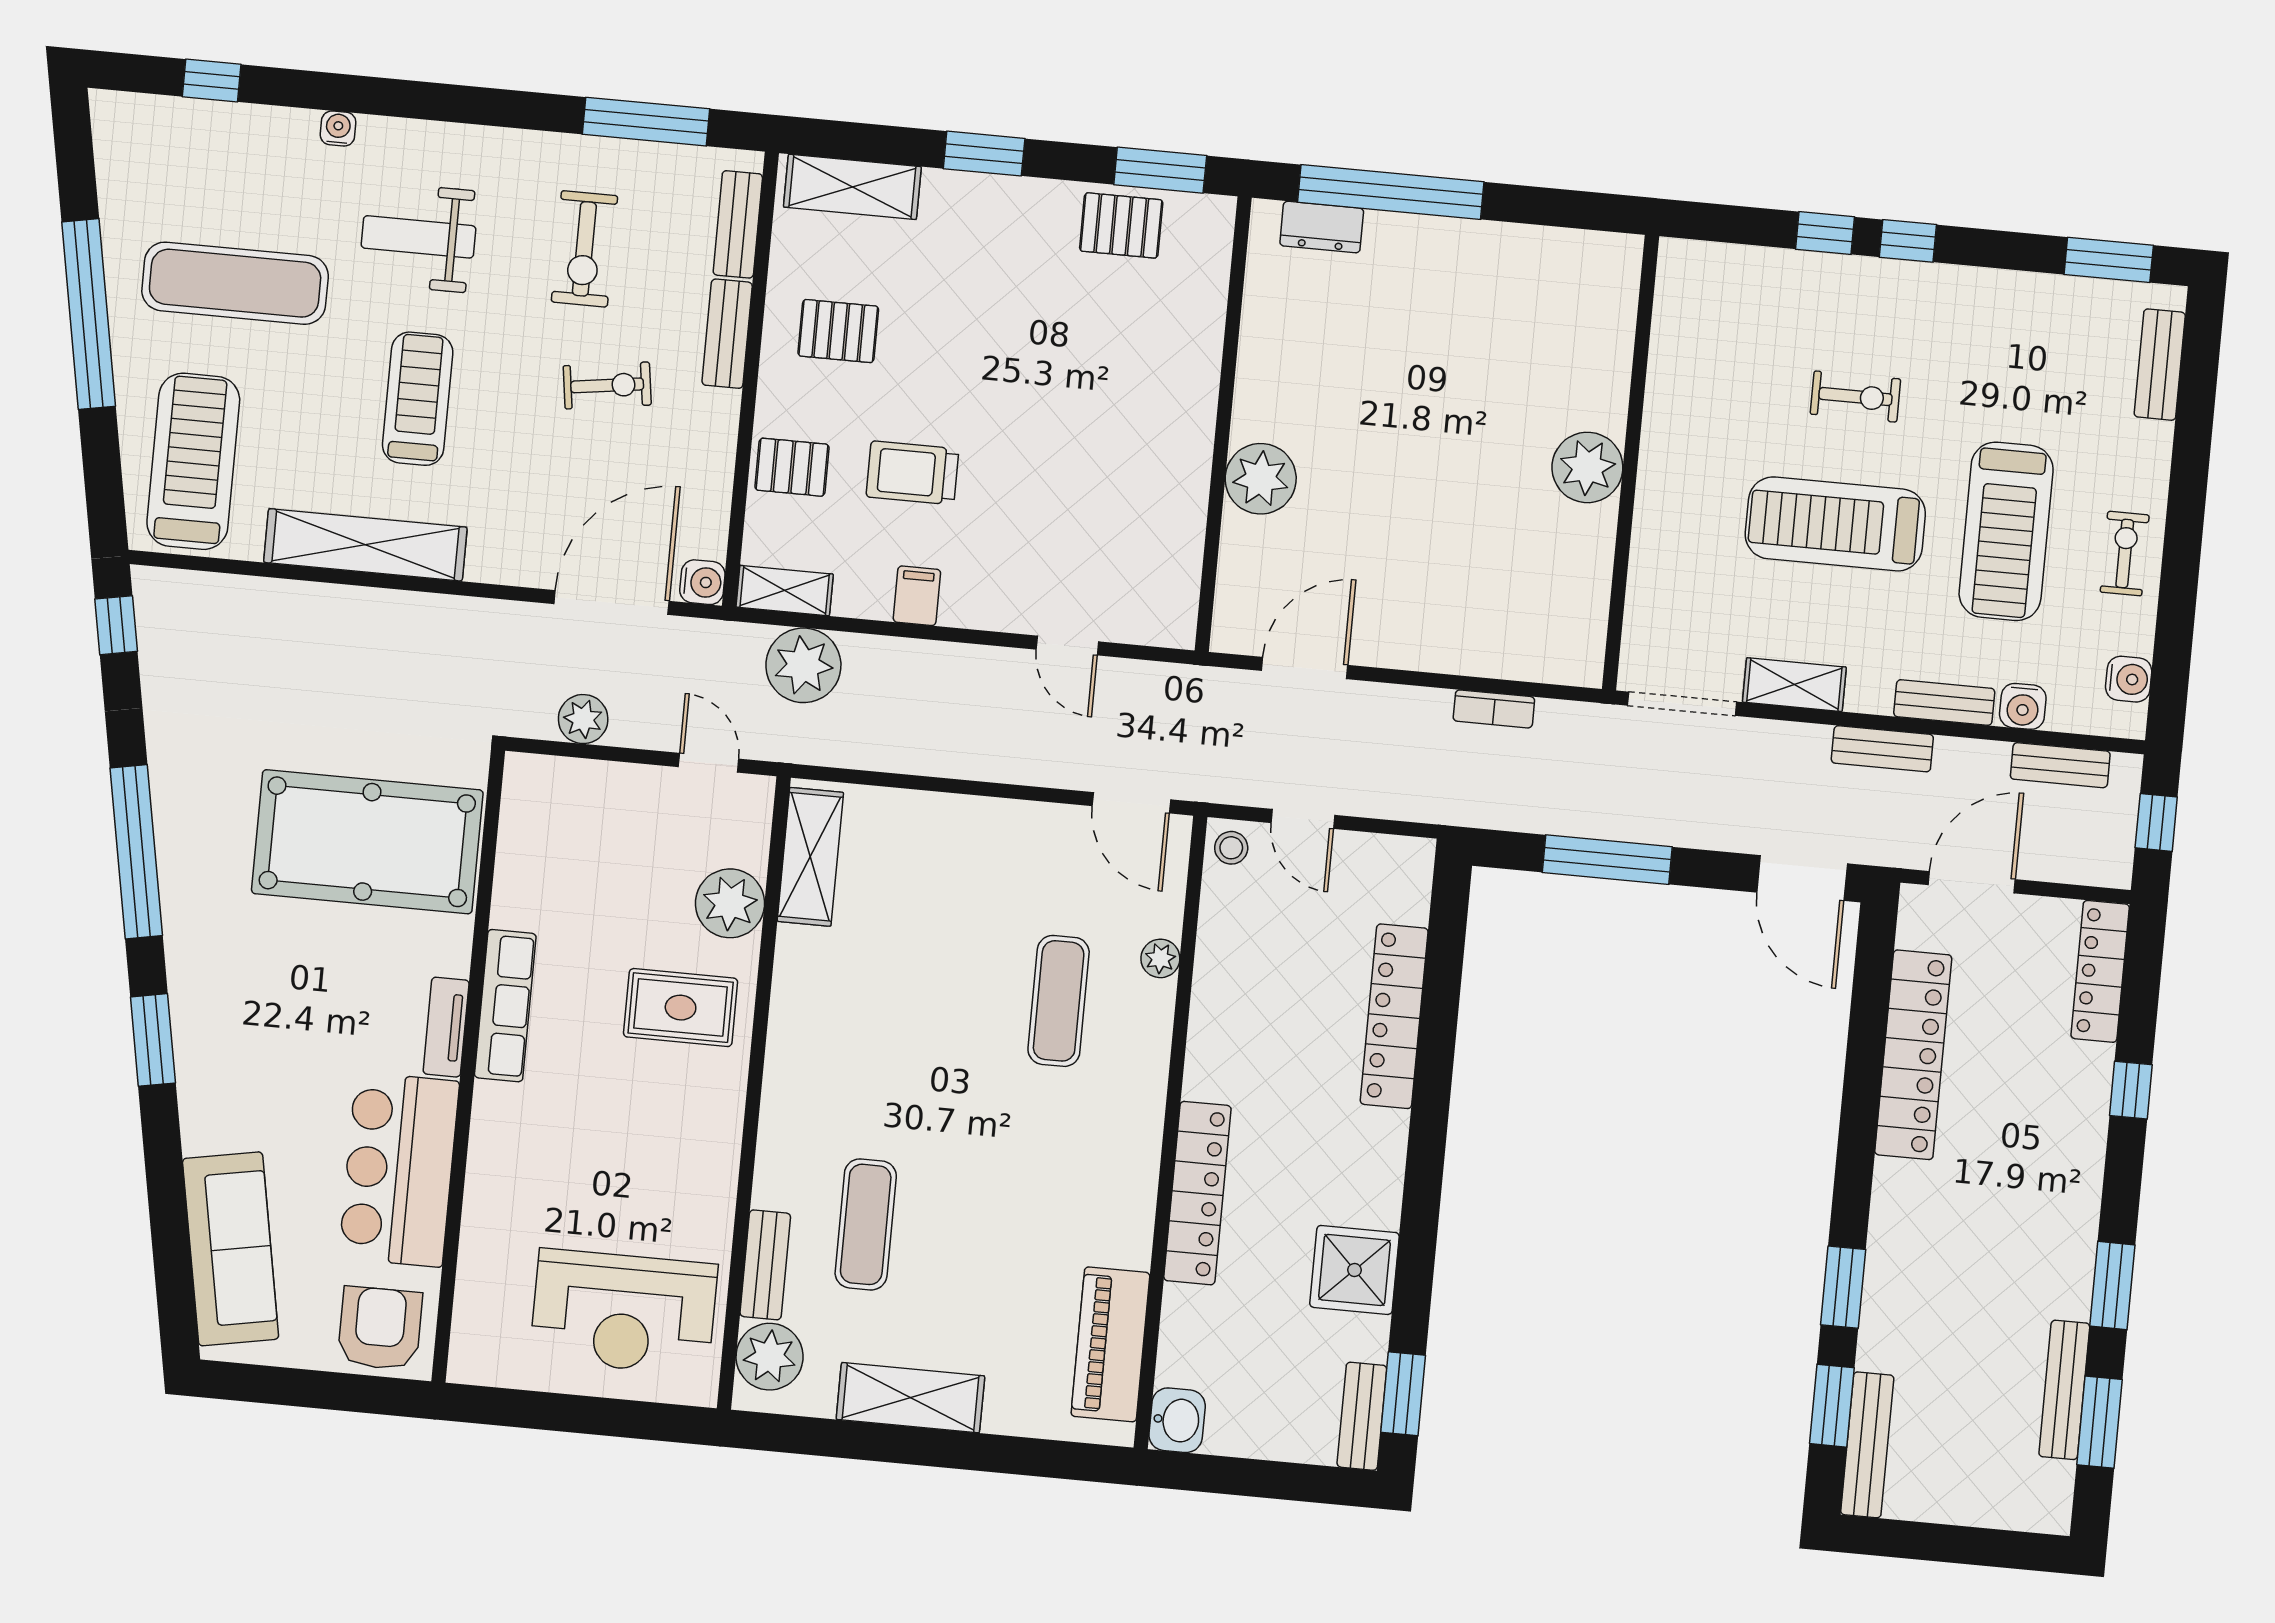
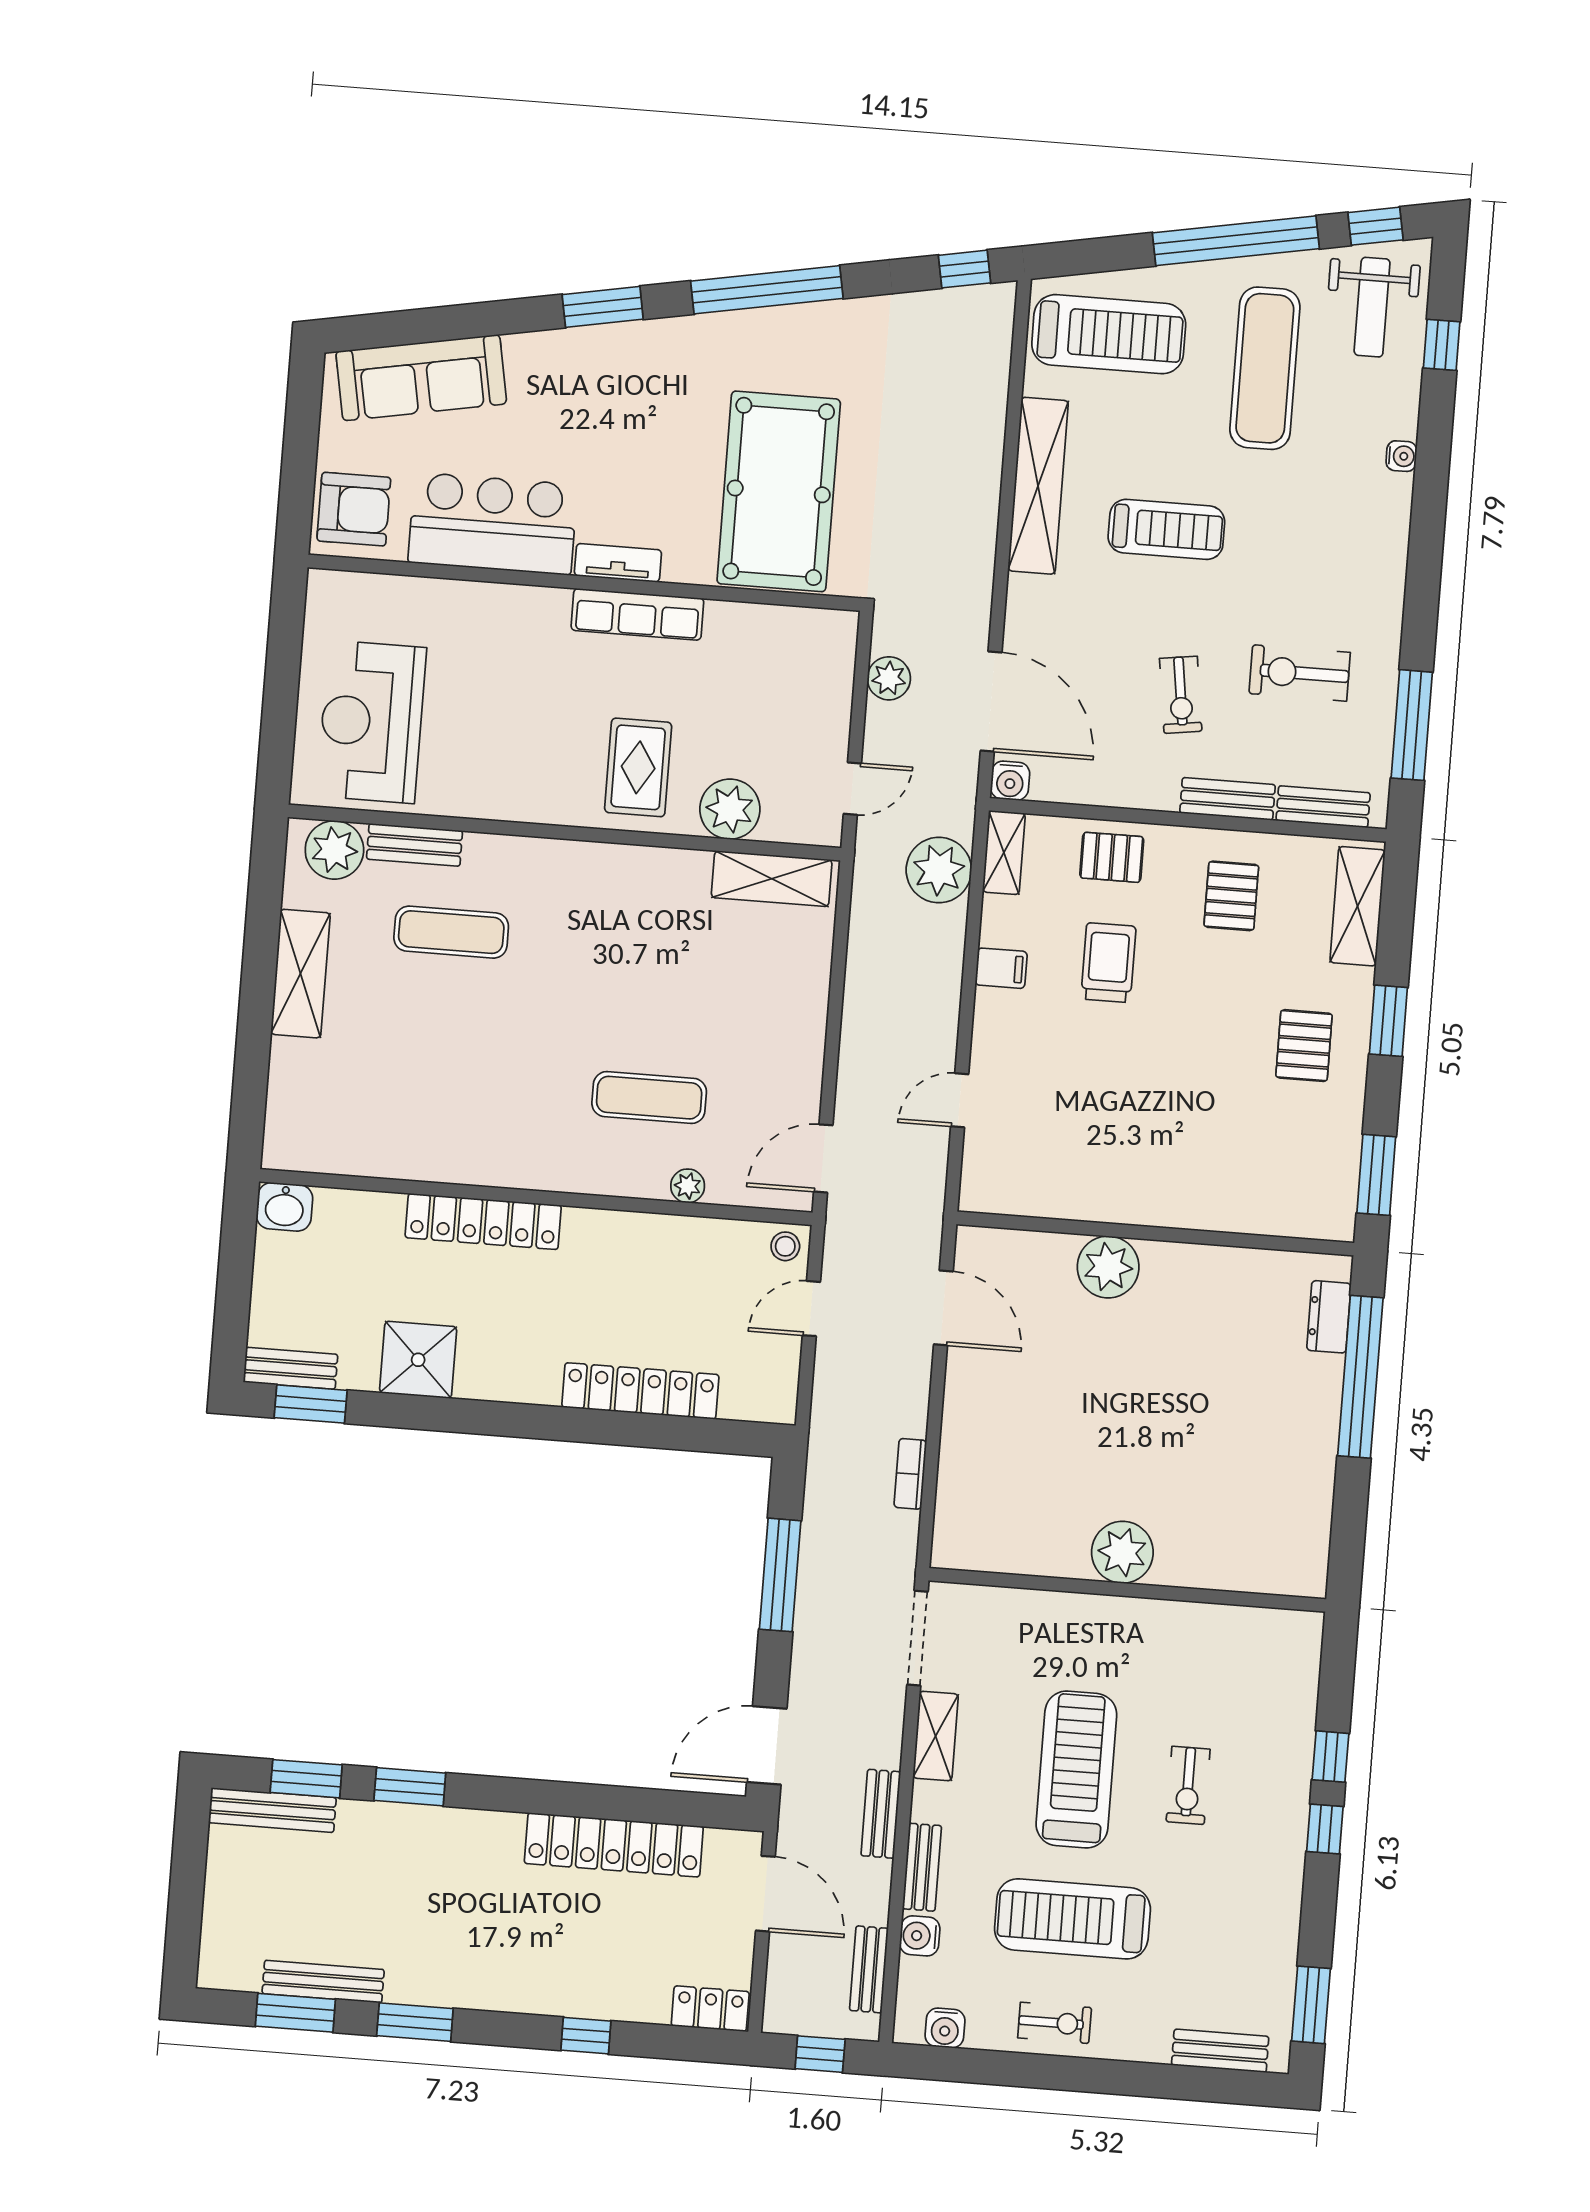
window: (74, 154) -> (1375, 226), added
pallet: (1121, 225) -> (1304, 1046), moved
weight bench: (418, 237) -> (1372, 307), moved, turned 180
pallet: (792, 467) -> (1112, 857), turned 90
locker: (2100, 971) -> (710, 2009), width x0.66
piano: (1110, 1344) -> (350, 1148), removed

